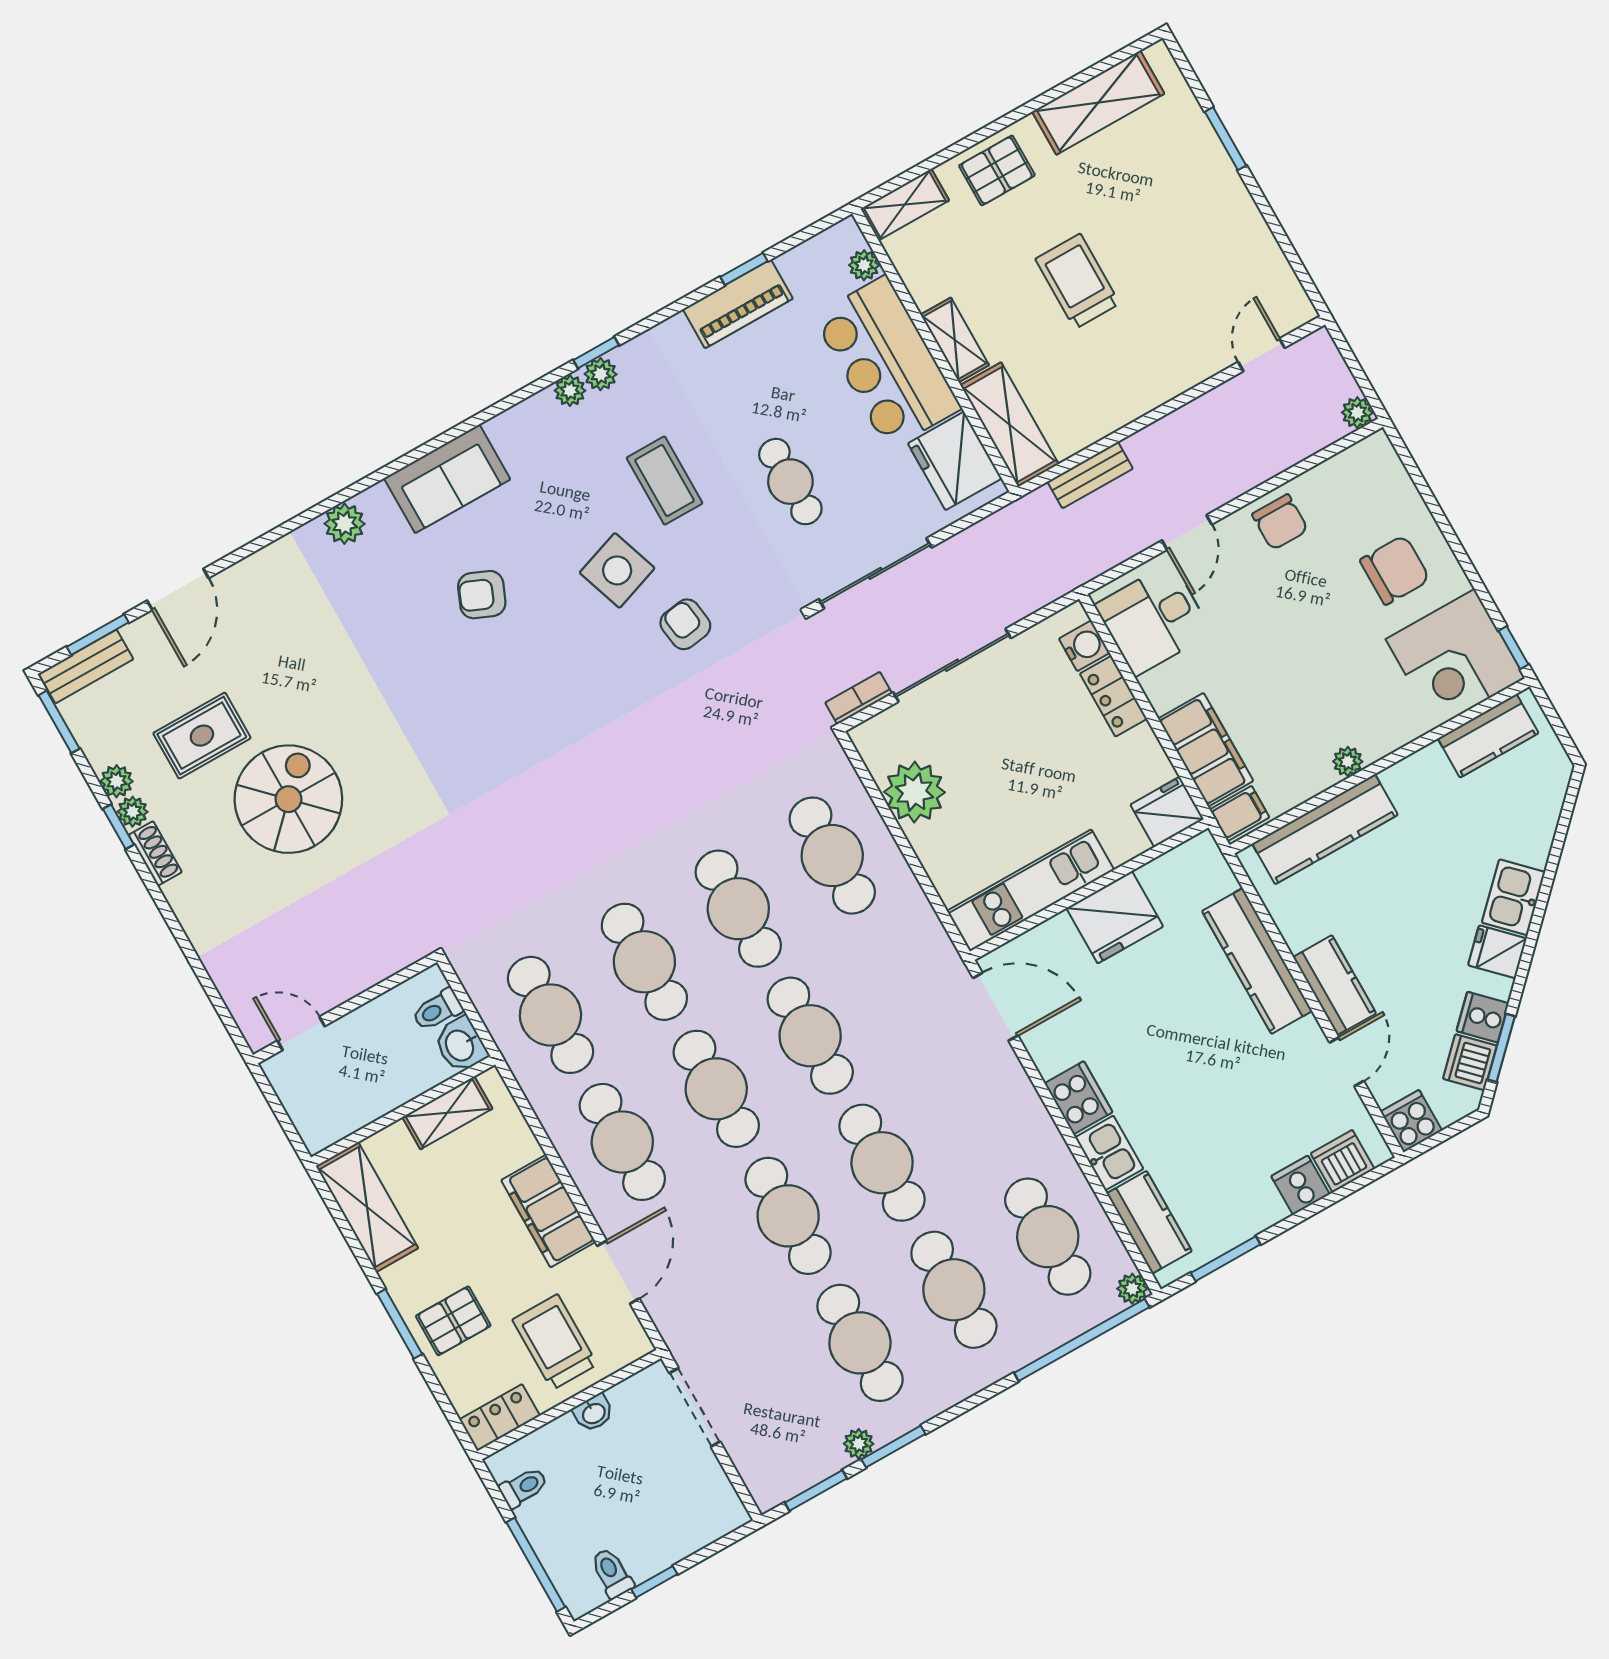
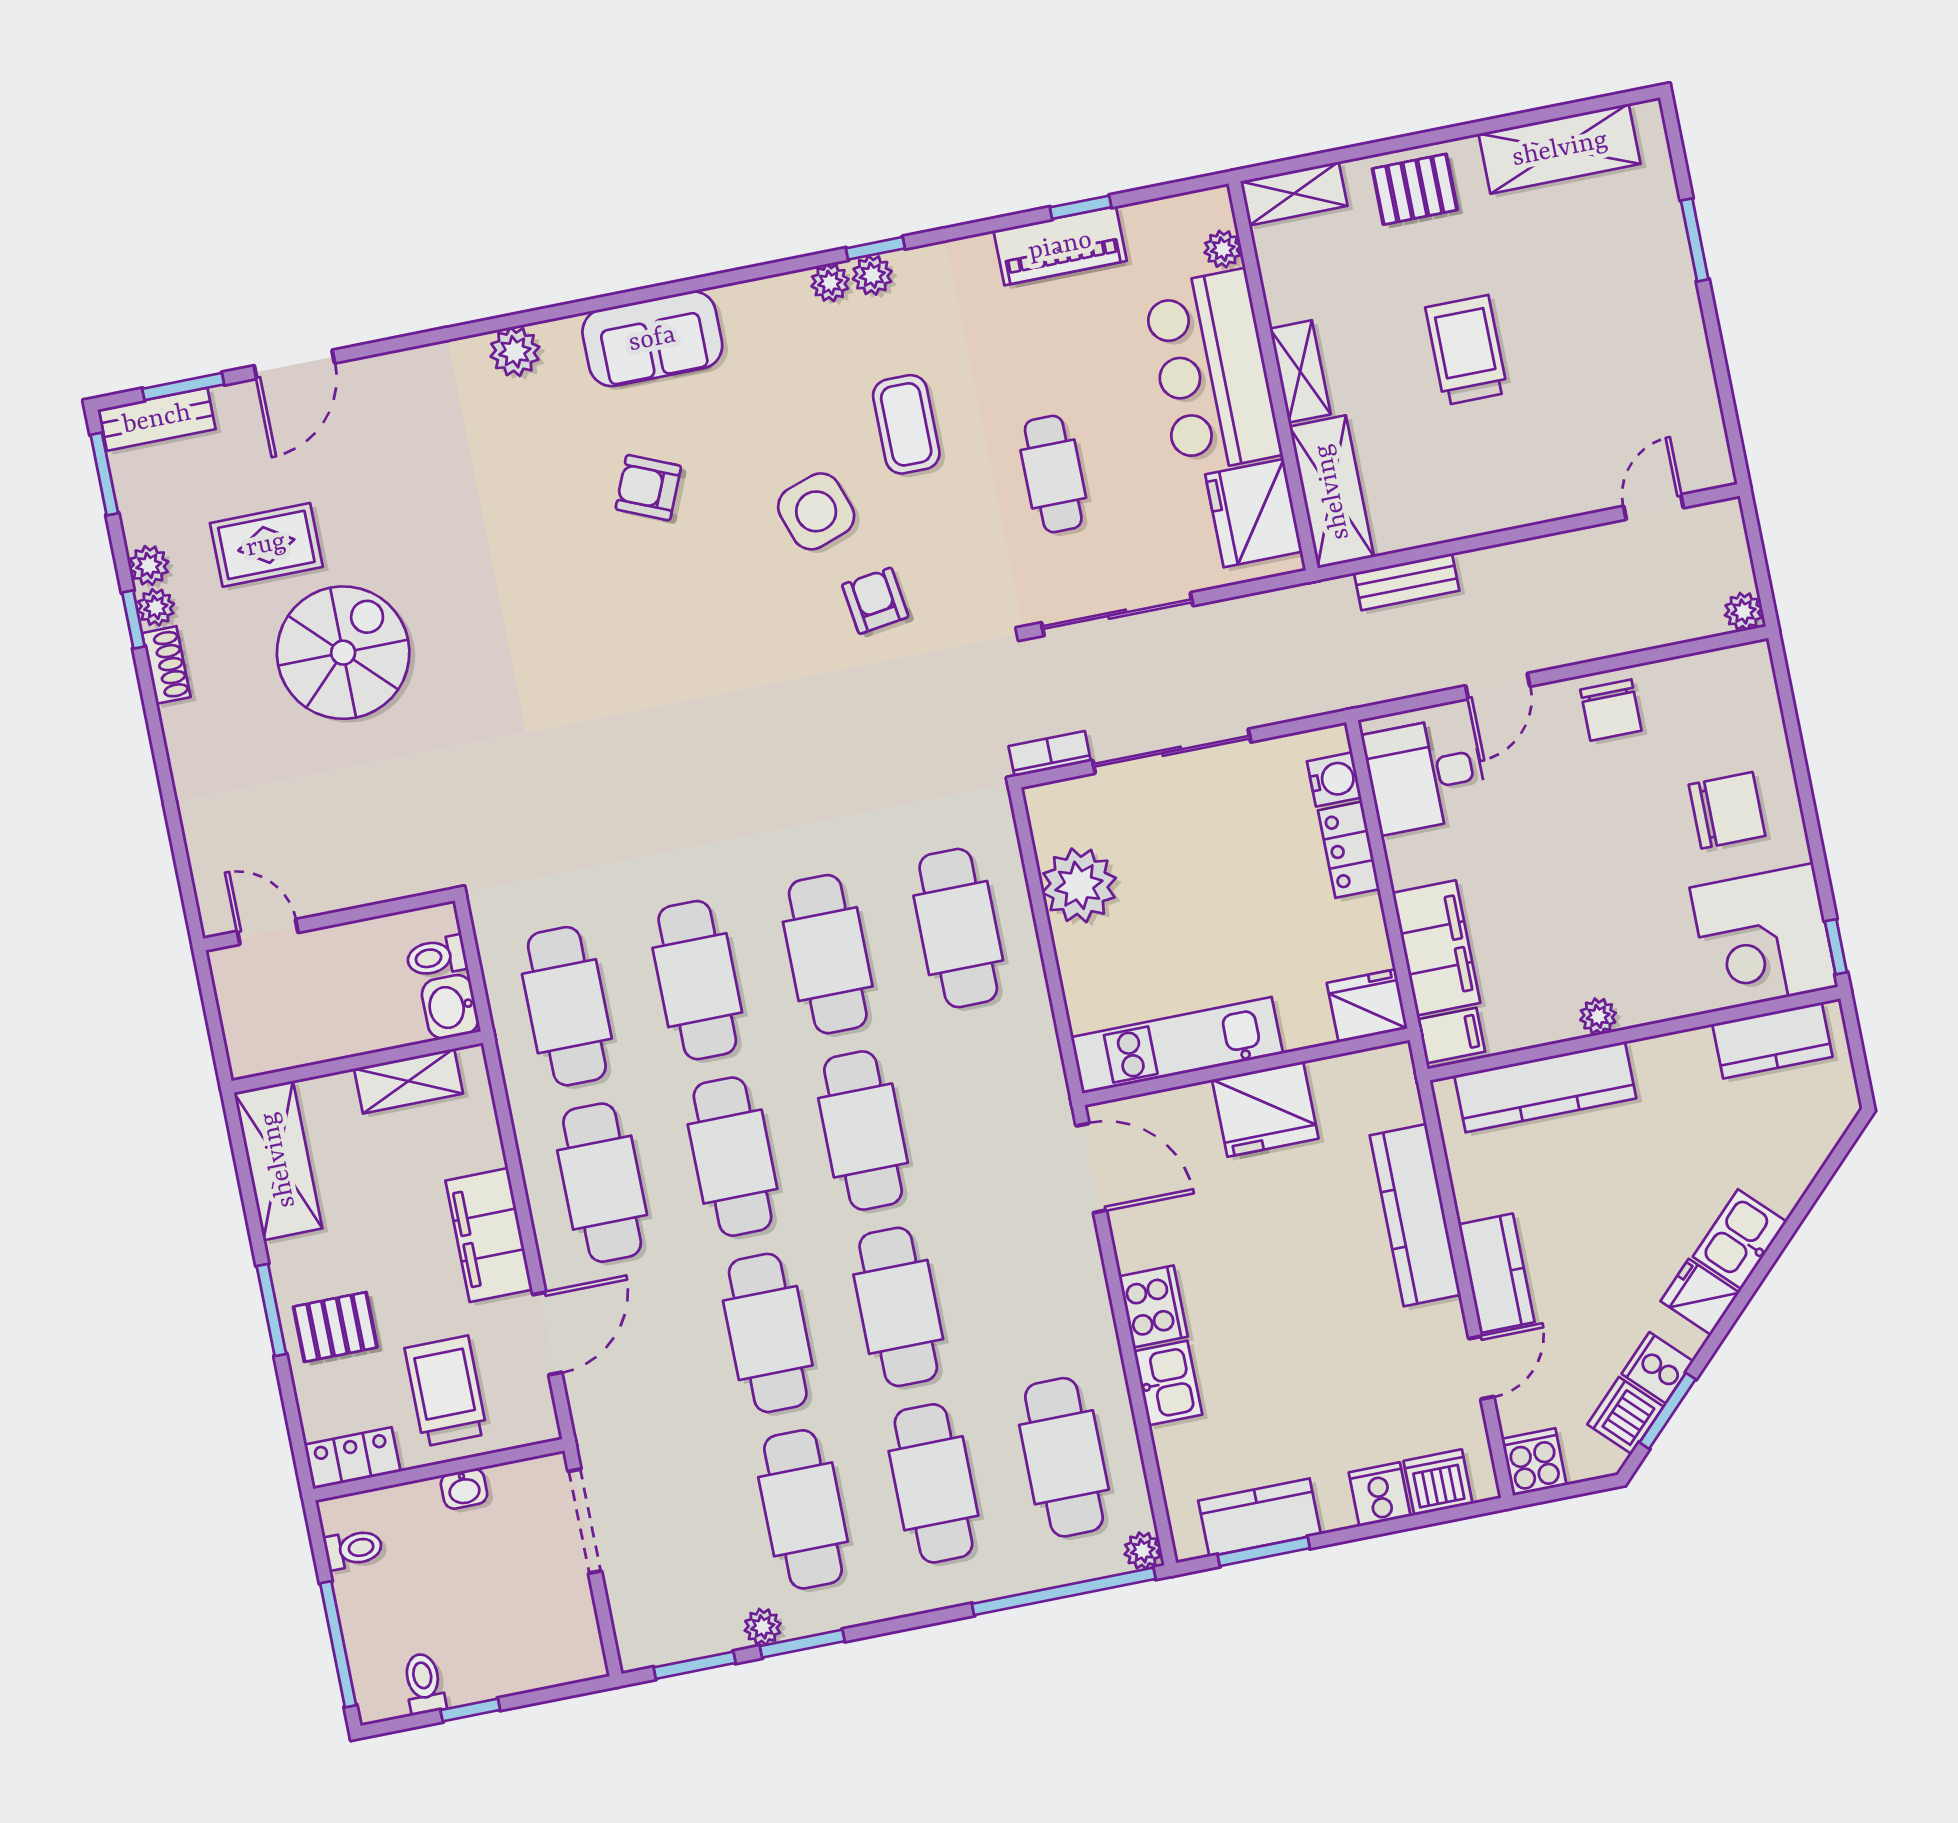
kitchen counter: (1149, 1222) -> (1260, 1517), moved, turned -90

